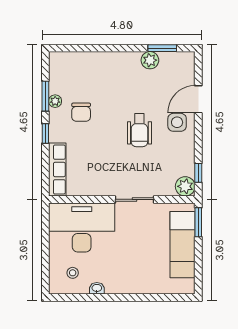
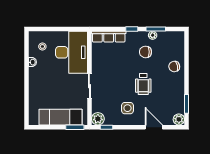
plant: (150, 60) -> (179, 119), moved
chair: (104, 67) -> (174, 66), added
side table: (177, 122) -> (128, 108), moved
wheelchair: (139, 130) -> (143, 84), moved, turned -90

